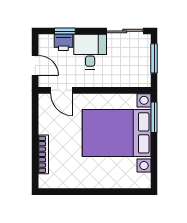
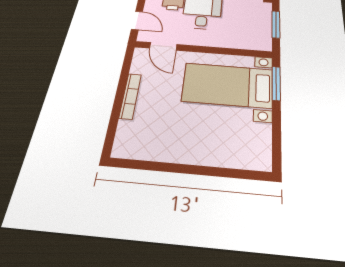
bed with nightstands: (117, 133) -> (228, 85), width x0.73
bookcase: (43, 154) -> (130, 96), moved

